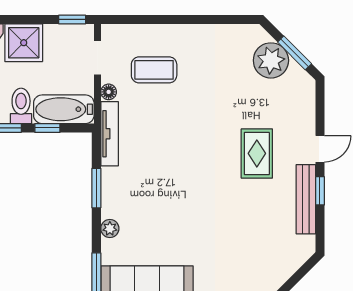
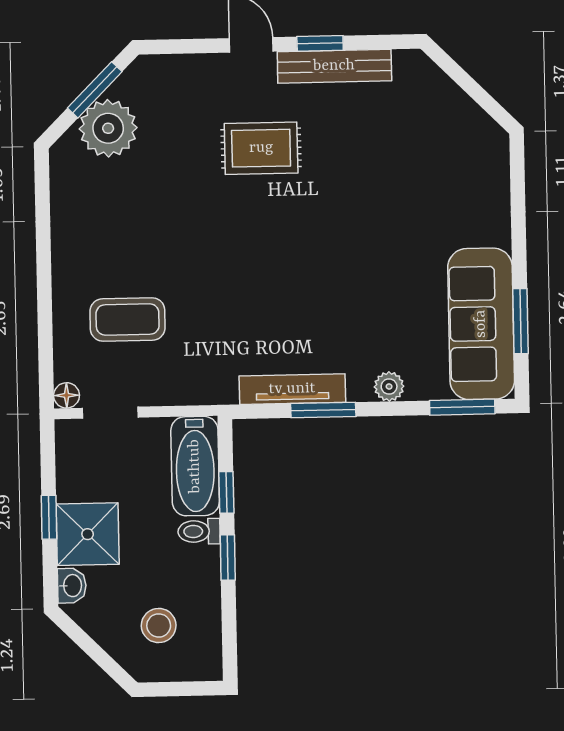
window: (72, 19) -> (49, 517), moved
coffee table: (154, 70) -> (128, 319), turned 90
floor lamp: (109, 92) -> (67, 395), moved
toilet: (21, 106) -> (199, 531), width x0.73, depth x0.72
tv unit: (110, 134) -> (292, 389), moved

